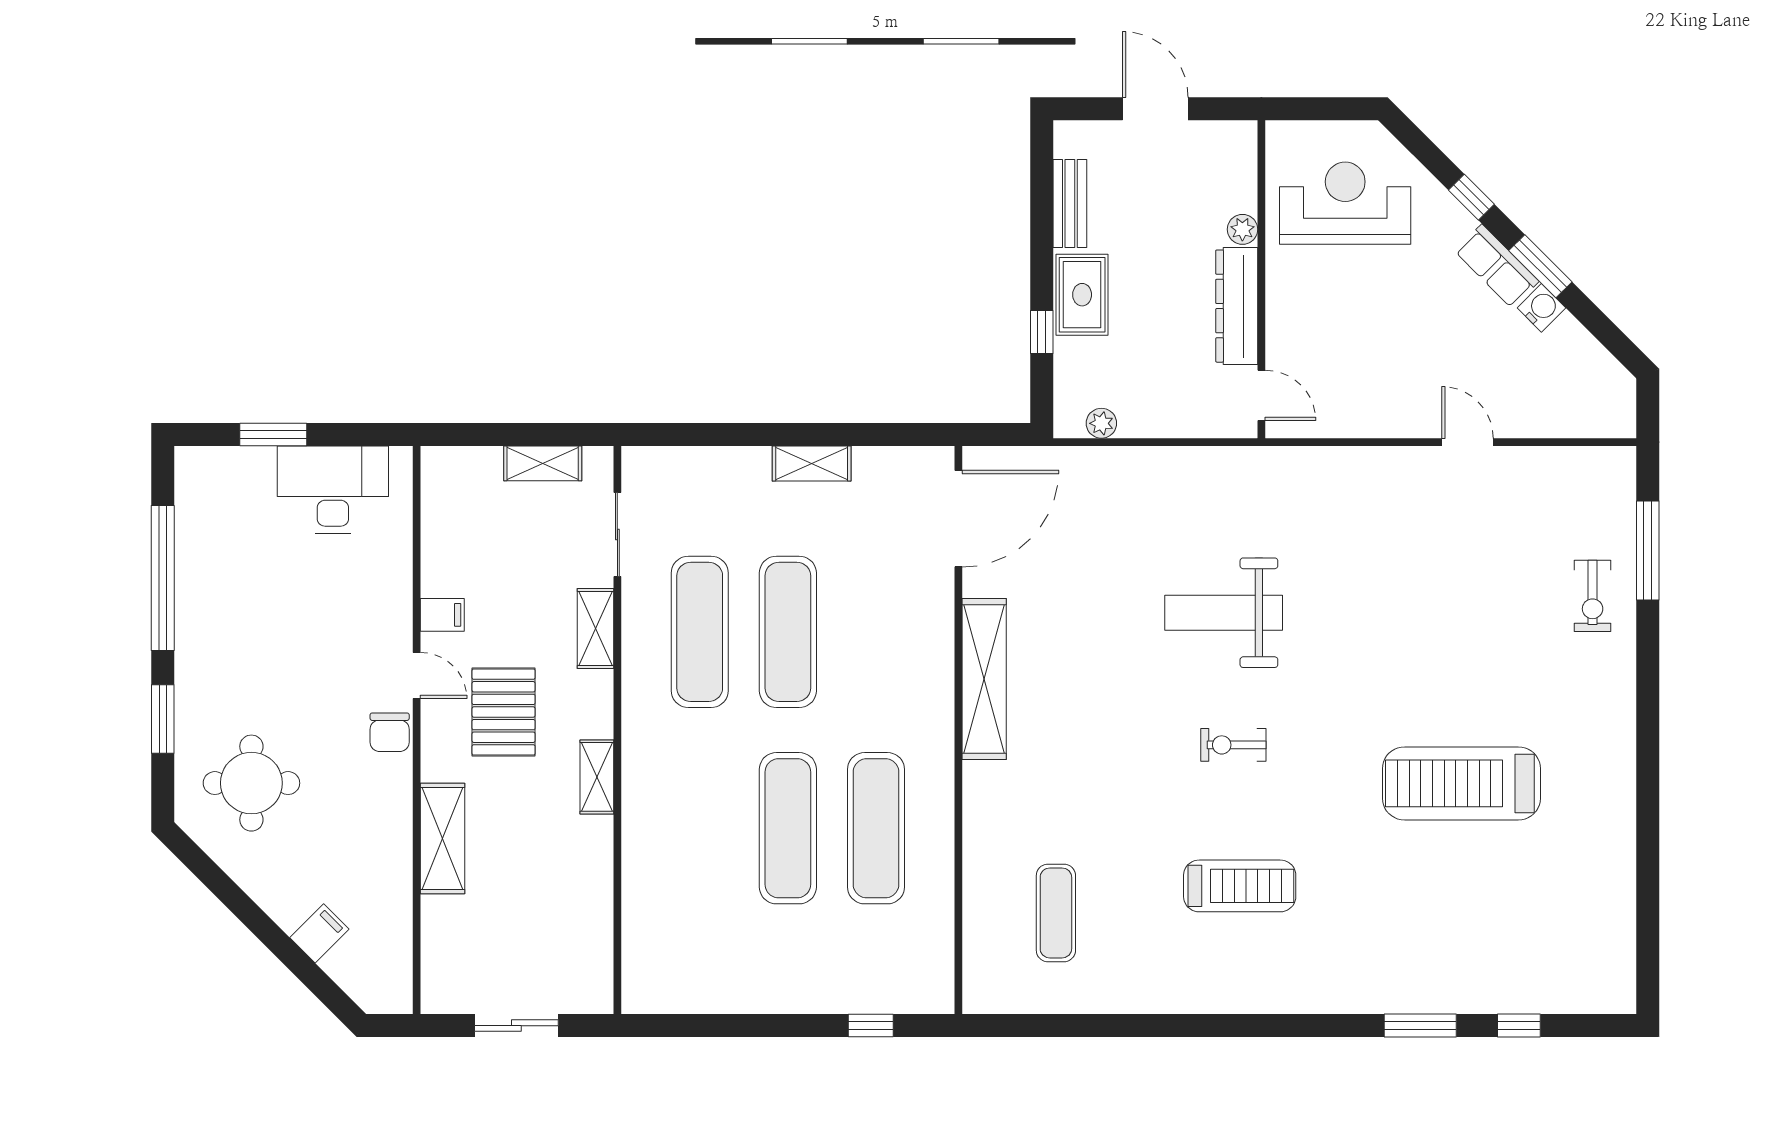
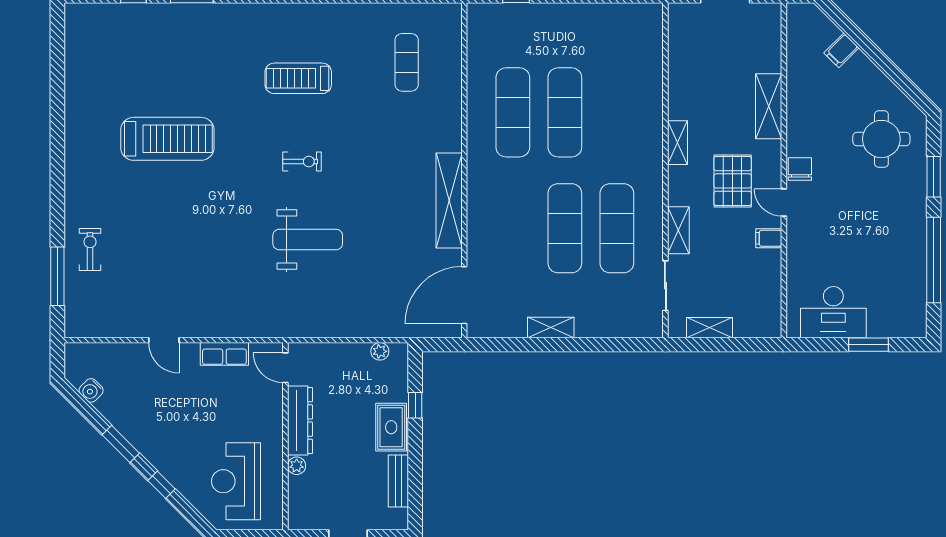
reception desk: (1345, 203) -> (236, 481), turned 90
row of seats: (1497, 266) -> (224, 354), moved, turned 135
water cooler: (1541, 308) -> (91, 390), moved

